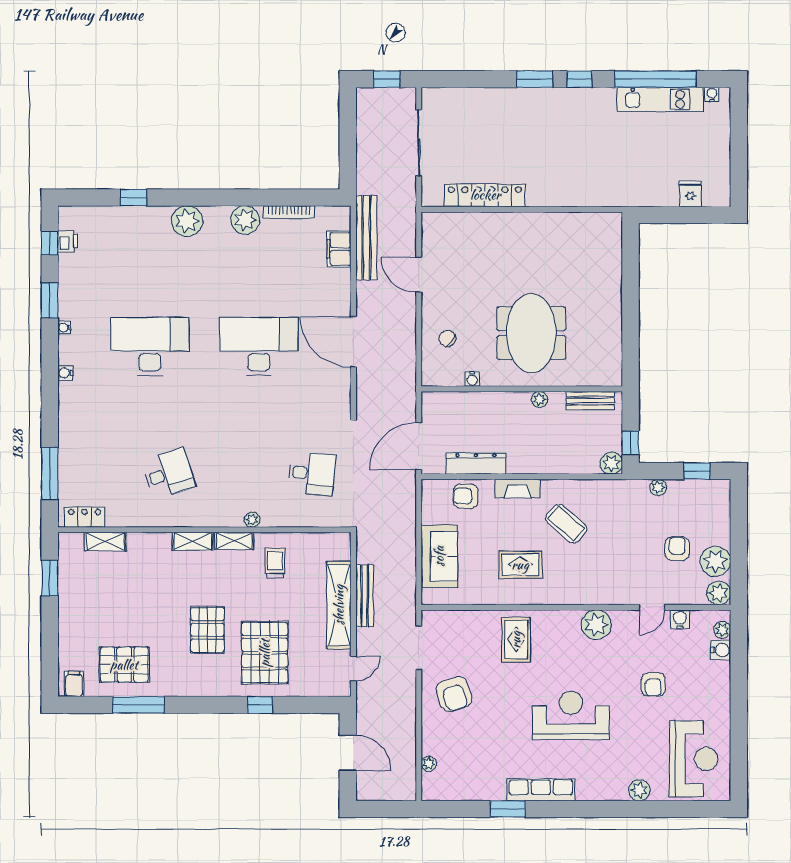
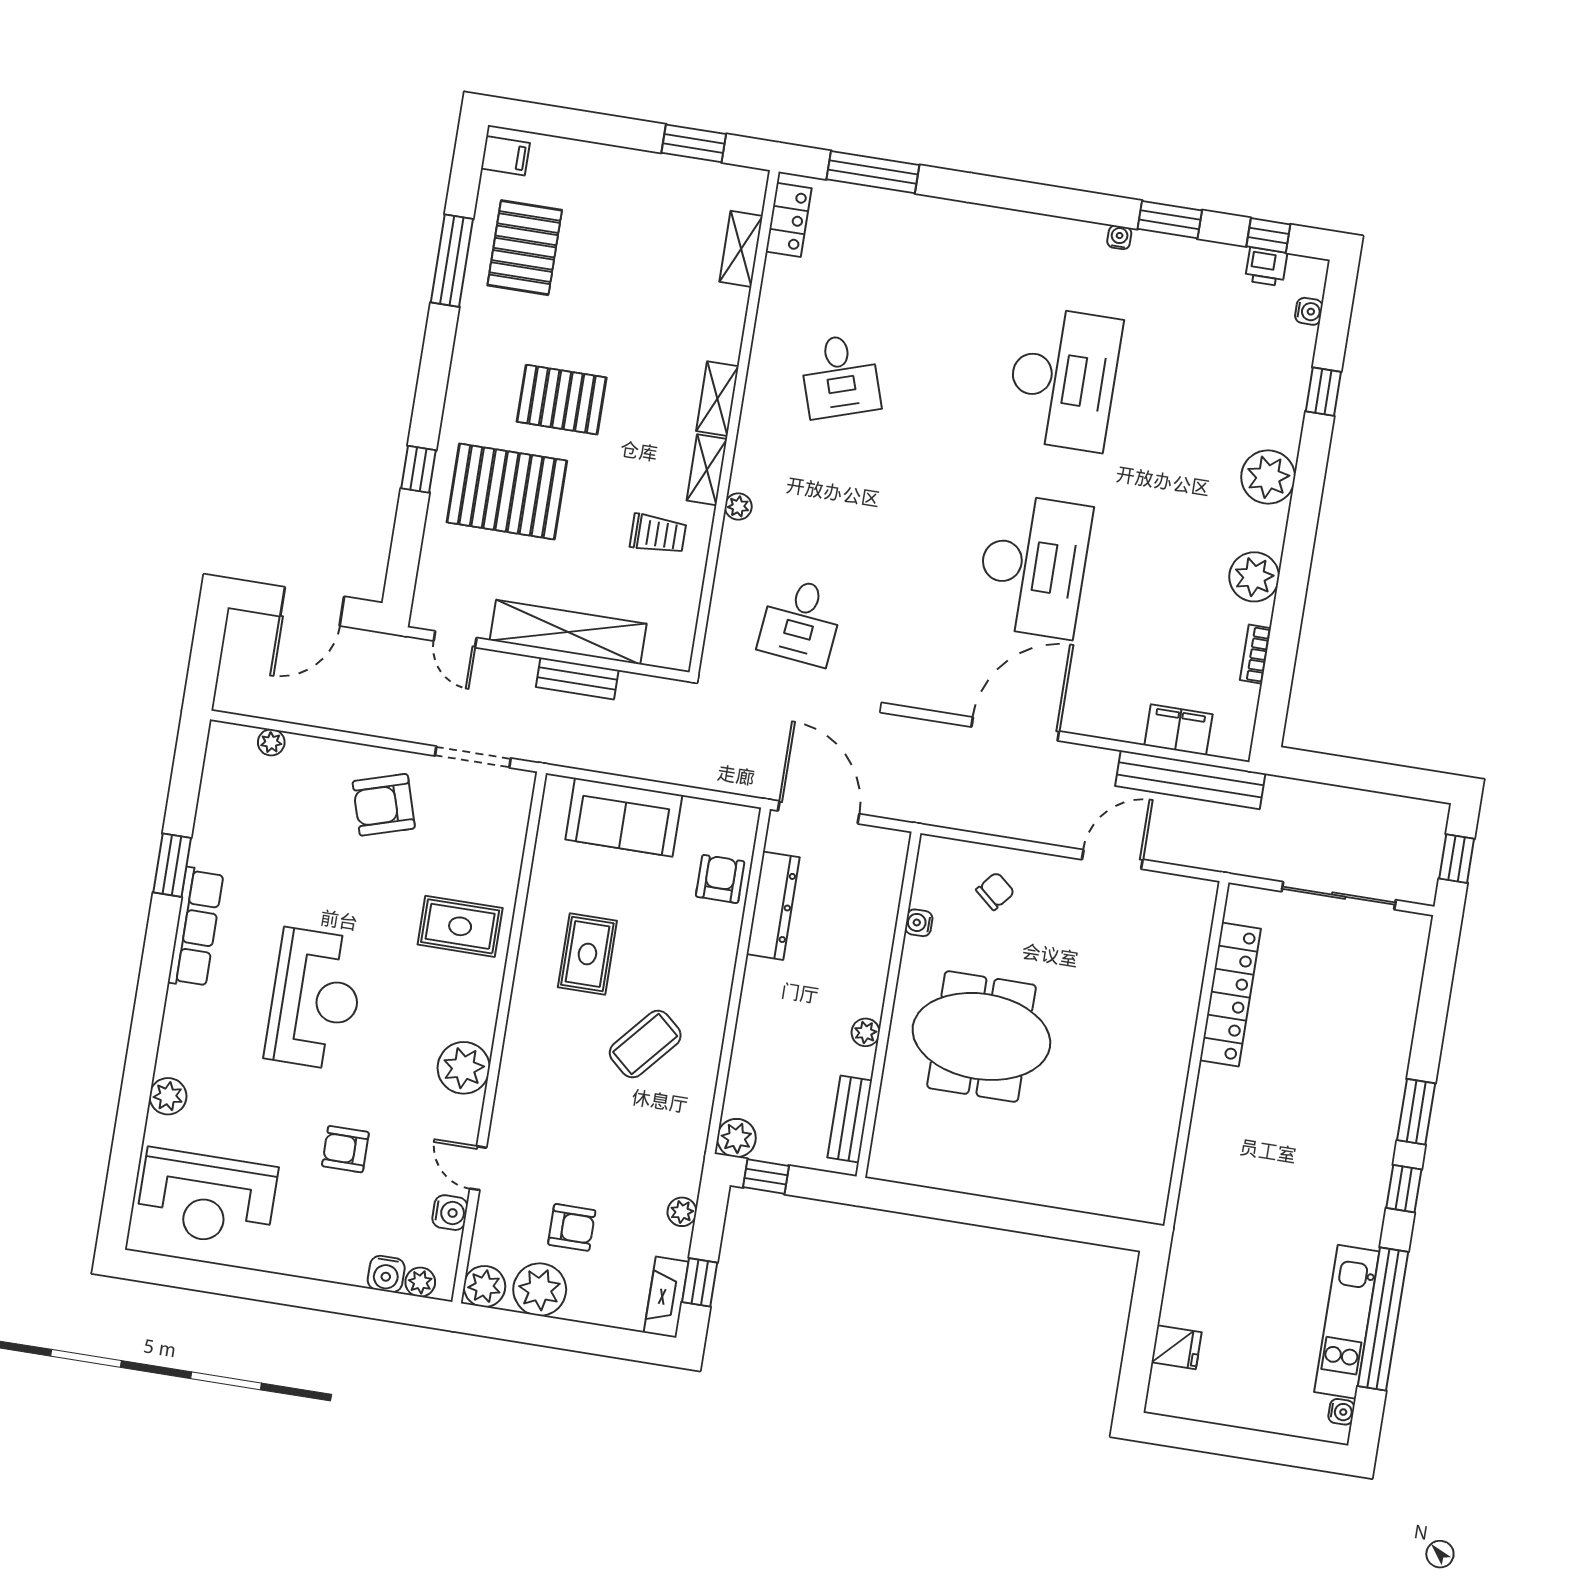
bookcase: (289, 212) -> (1255, 654), width x0.64
water cooler: (65, 373) -> (1309, 311), moved, turned 90
fireplace: (518, 489) -> (666, 1297), moved
bench: (365, 596) -> (577, 678), width x0.73

